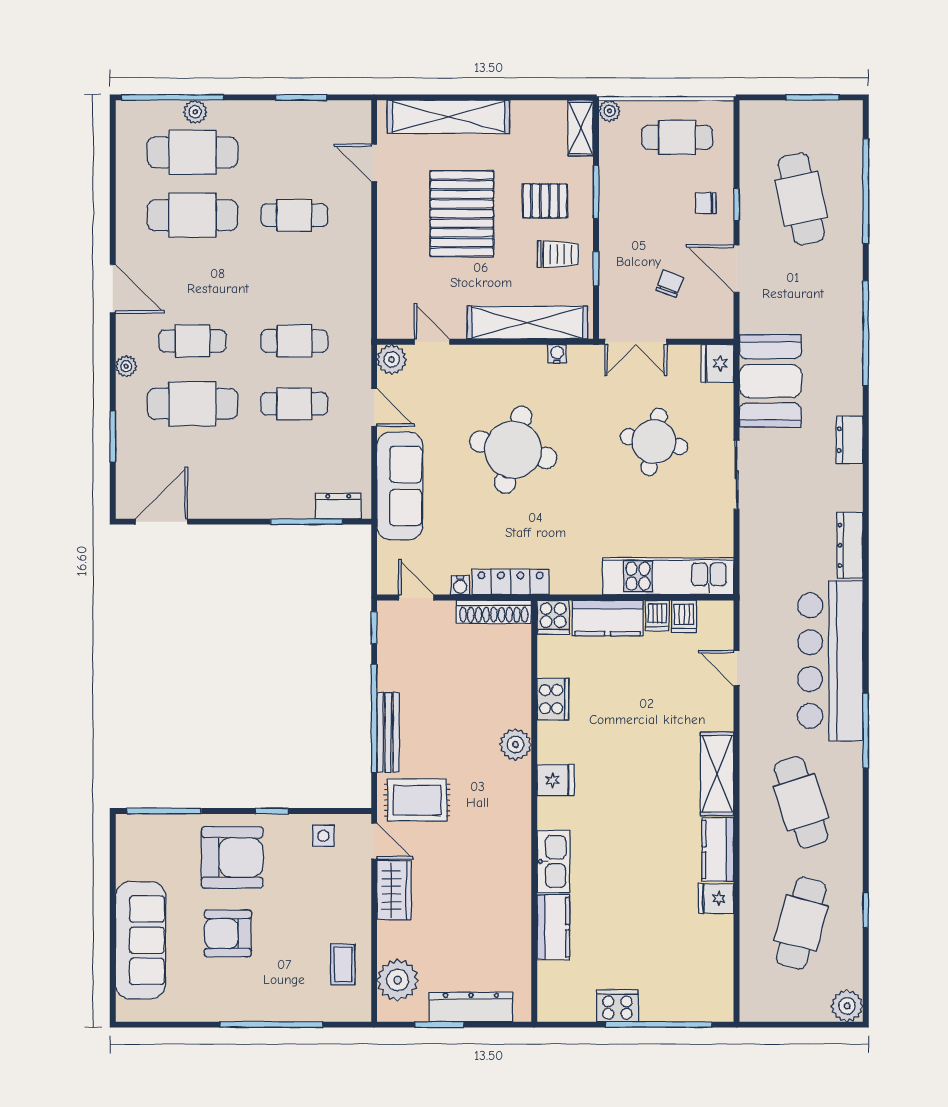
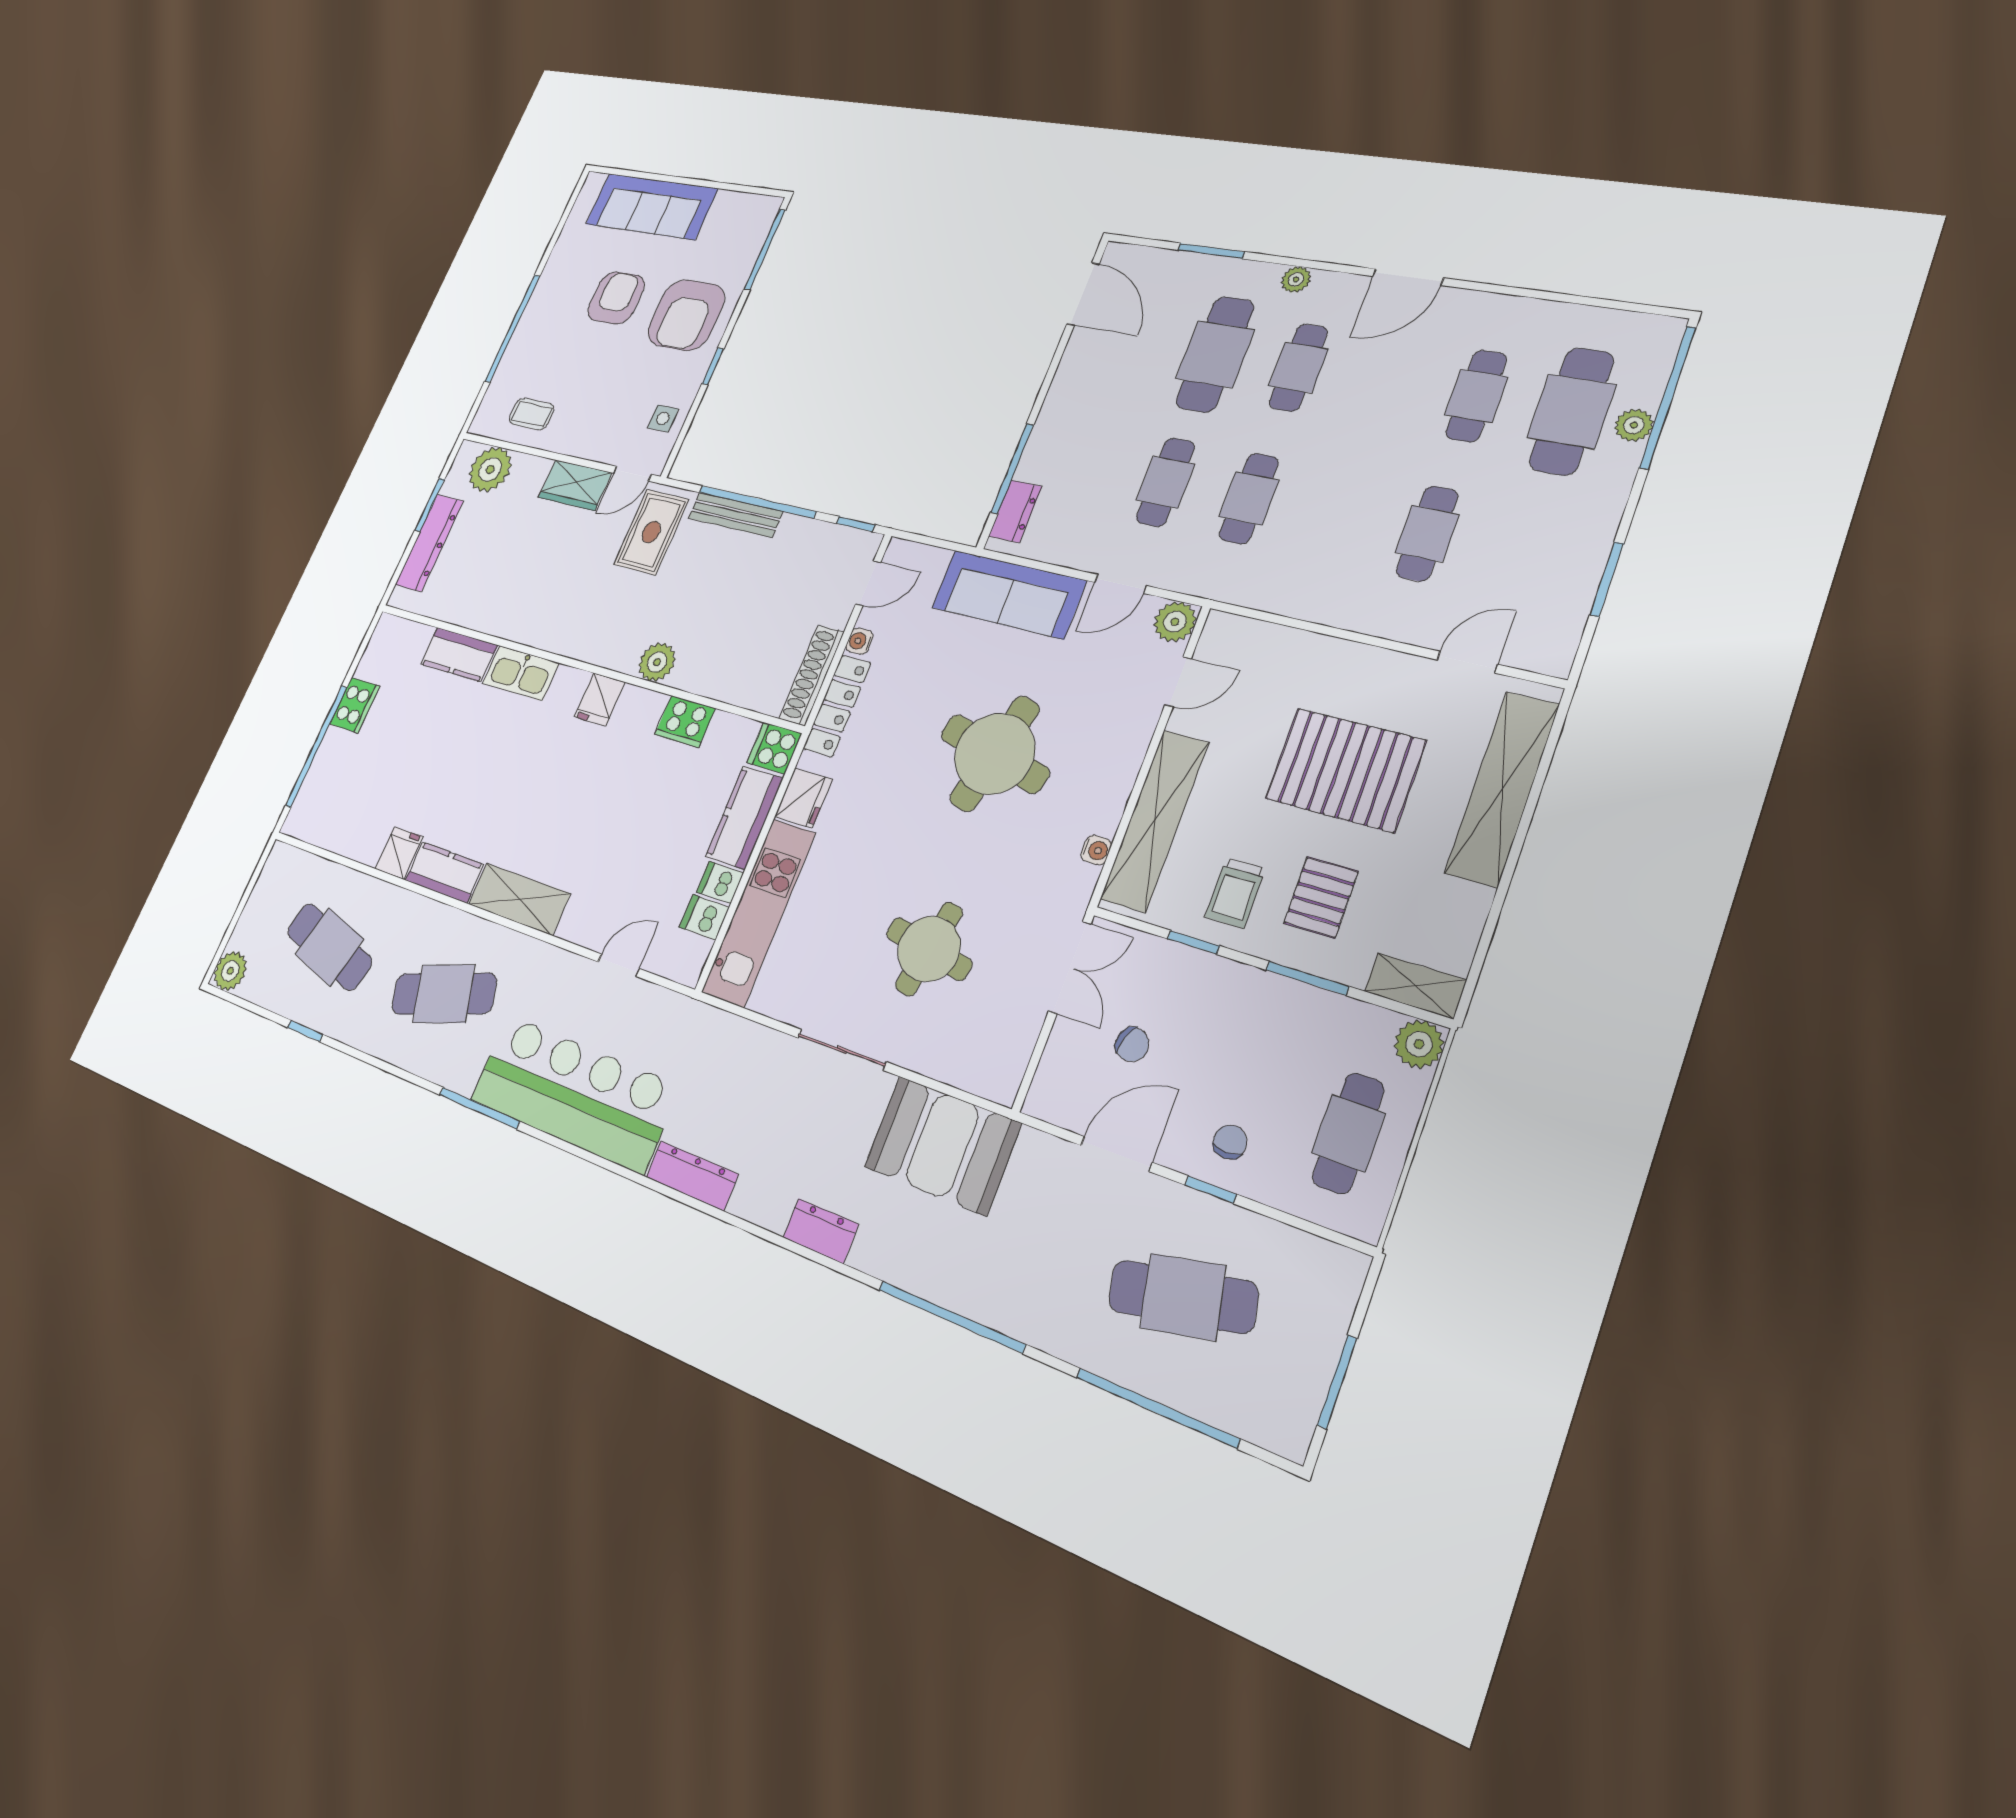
plant: (610, 111) -> (1419, 1044), width x1.38, depth x1.38
cafe table: (193, 215) -> (1476, 396), width x0.73, depth x0.74
double door: (636, 342) -> (1070, 967), swing flipped
fridge: (717, 364) -> (803, 798), moved, turned 90

